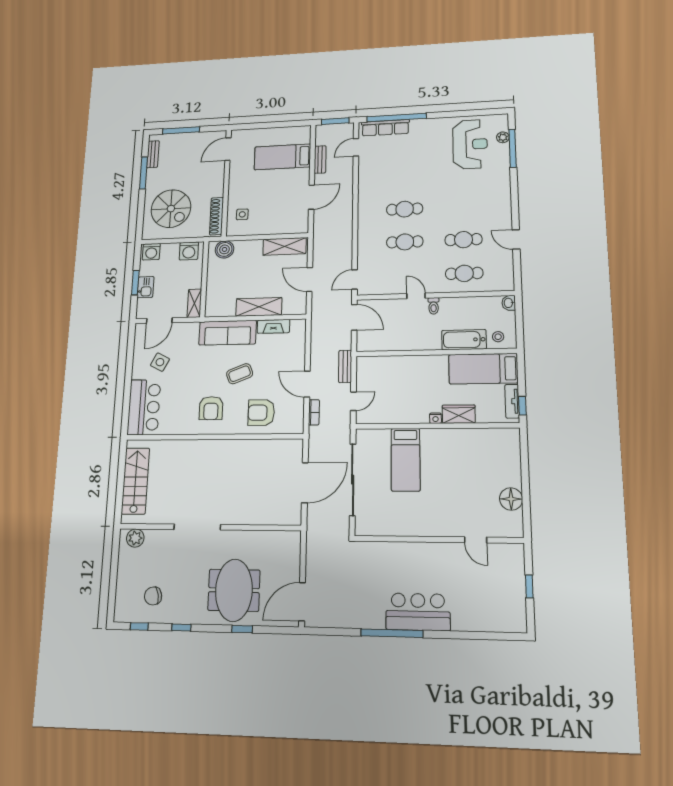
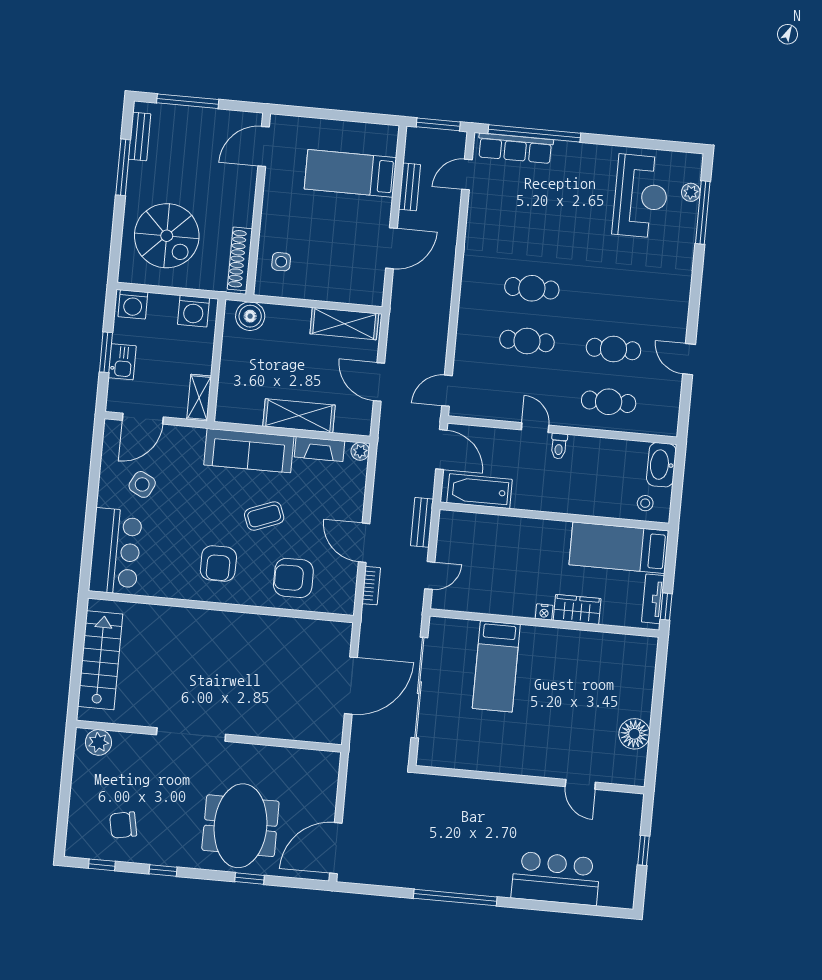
washbasin: (509, 303) -> (661, 465), width x1.91, depth x1.45
plant: (300, 325) -> (360, 451), added
bathtub: (464, 340) -> (480, 491), moved
bar counter: (418, 612) -> (556, 878), moved

